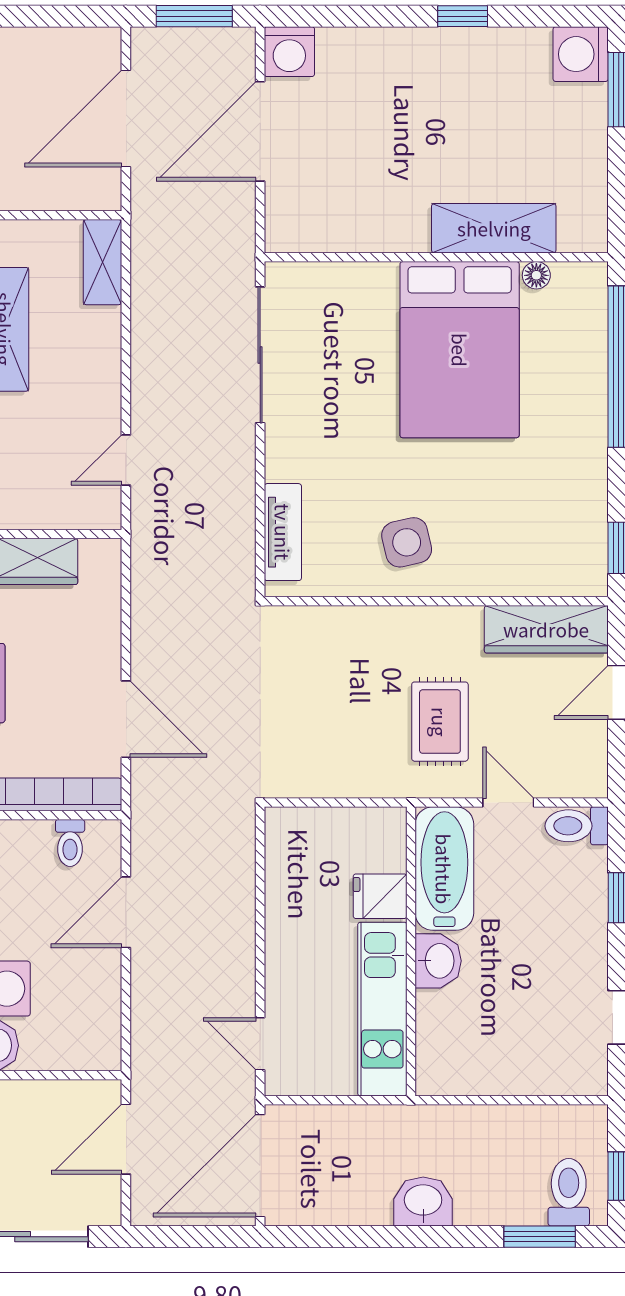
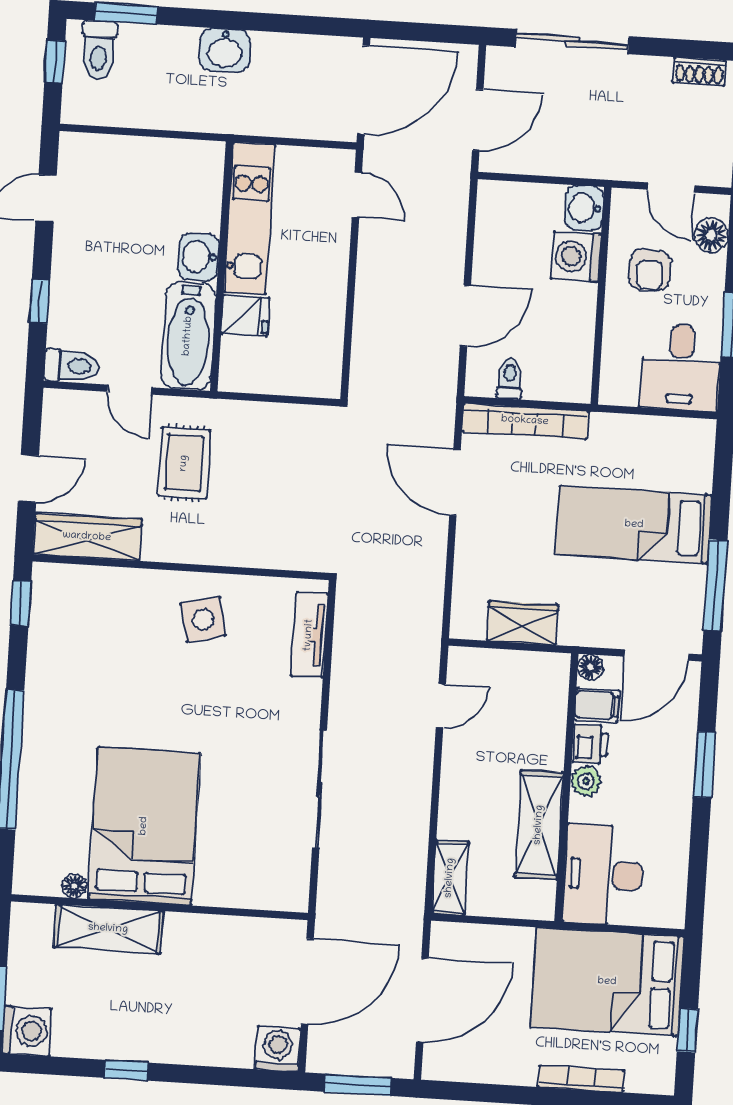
shelving: (494, 228) -> (108, 929), moved
wall: (436, 257) -> (159, 907), moved
floor lamp: (536, 275) -> (74, 886), moved
bed: (460, 350) -> (144, 826), moved

